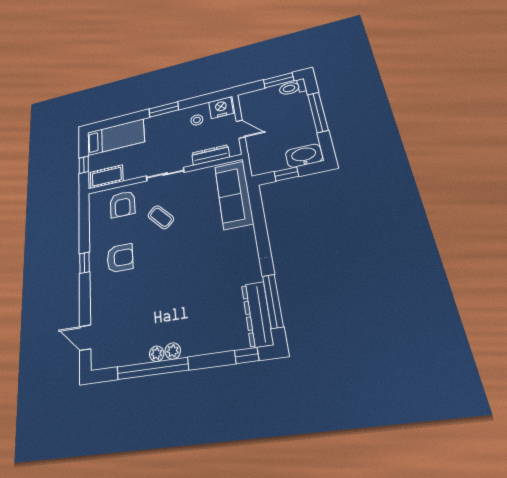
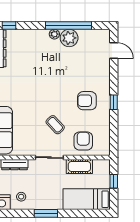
cot: (107, 177) -> (79, 166), moved
plant: (157, 354) -> (69, 38), width x1.88, depth x1.88

